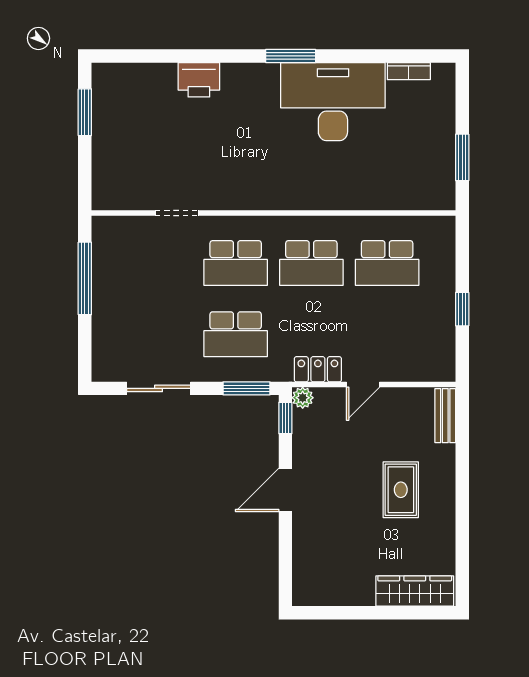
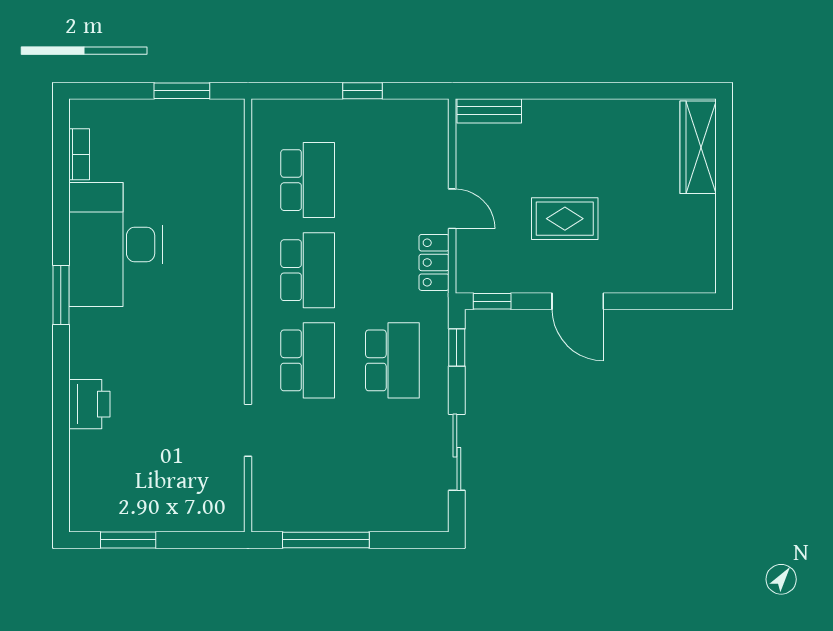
window: (246, 388) -> (457, 347), width x0.67
plant: (303, 398) -> (468, 281), removed
rug: (401, 490) -> (565, 219), moved

